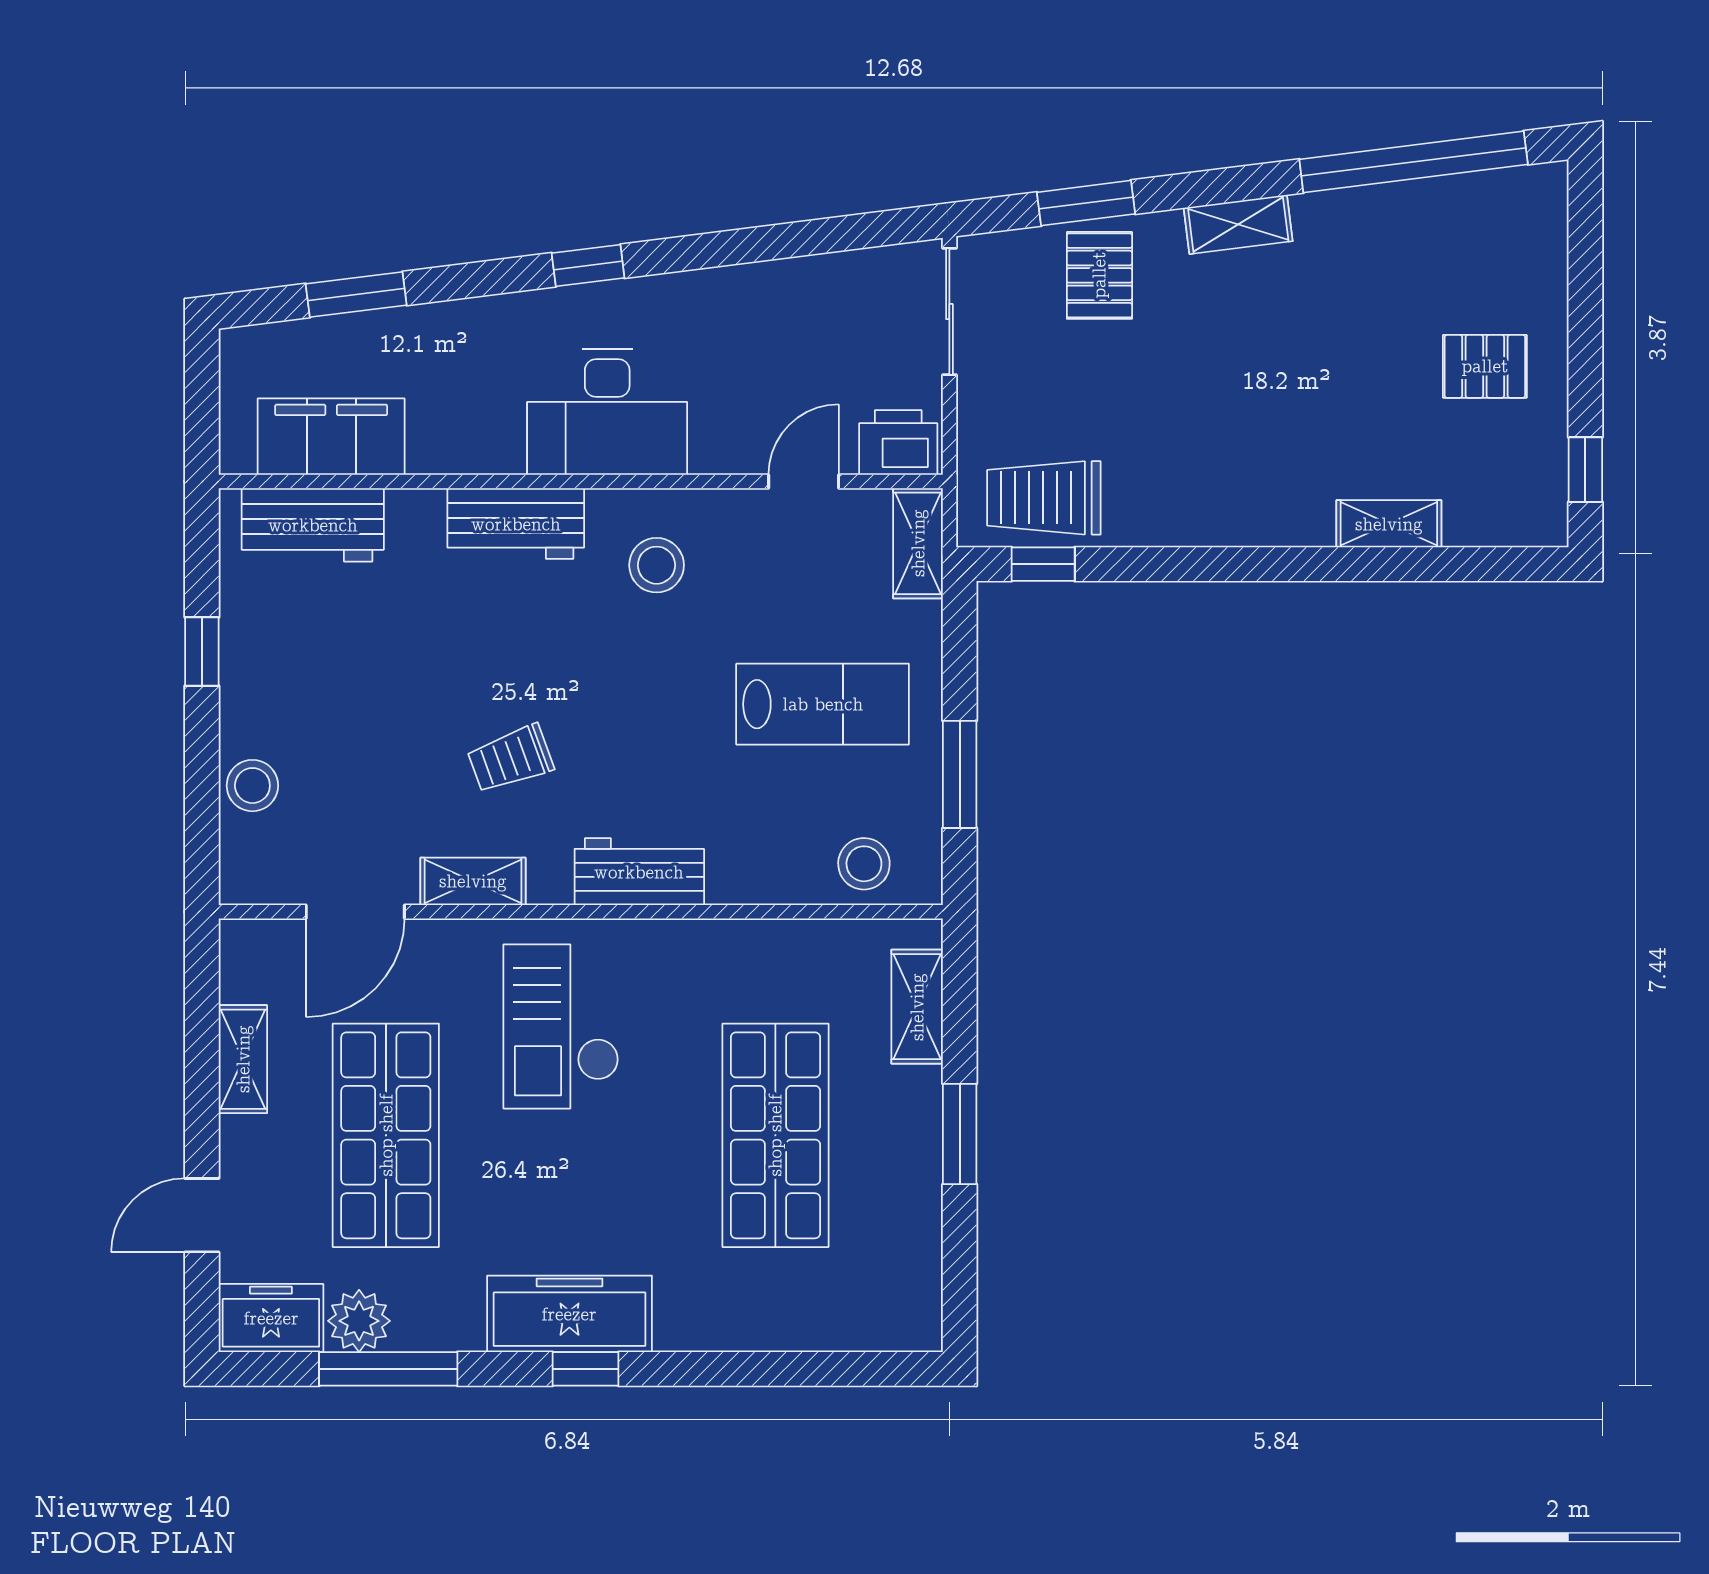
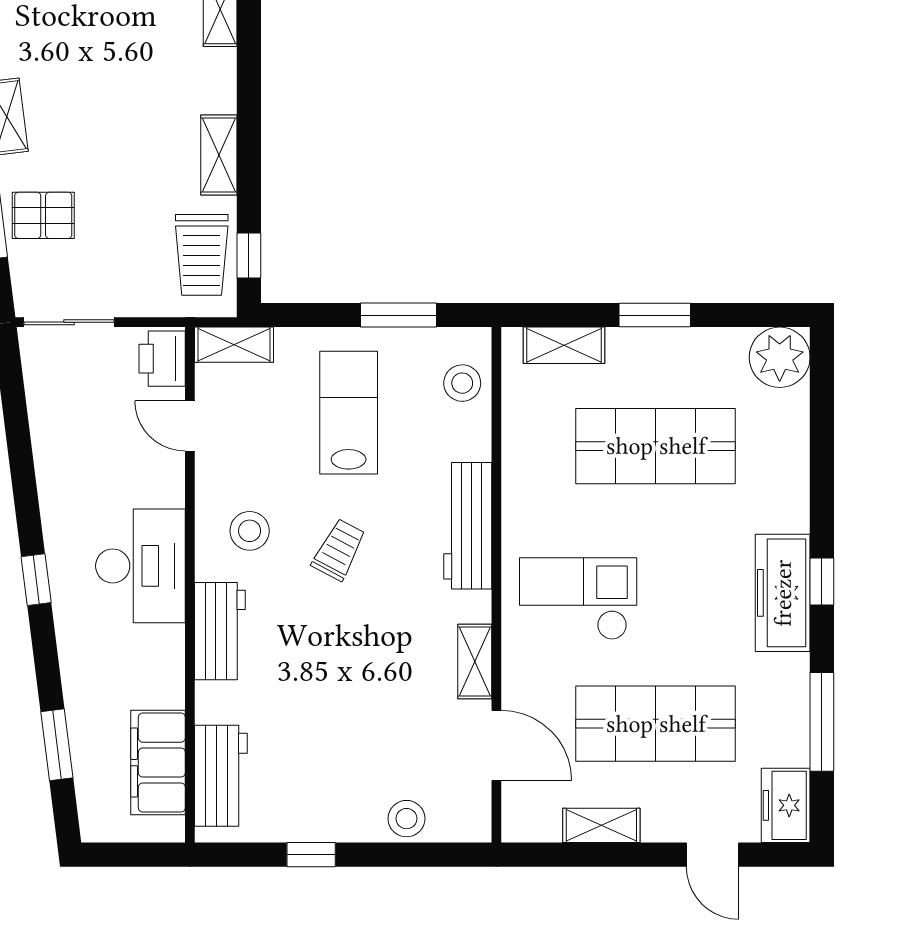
shelving: (1184, 522) -> (219, 155), added
trolley: (511, 759) -> (339, 550), moved, turned -132
workbench: (639, 872) -> (468, 526), width x1.38
checkout: (561, 1026) -> (578, 599), turned 180
plant: (359, 1321) -> (780, 357), moved, width x1.36, depth x1.36

